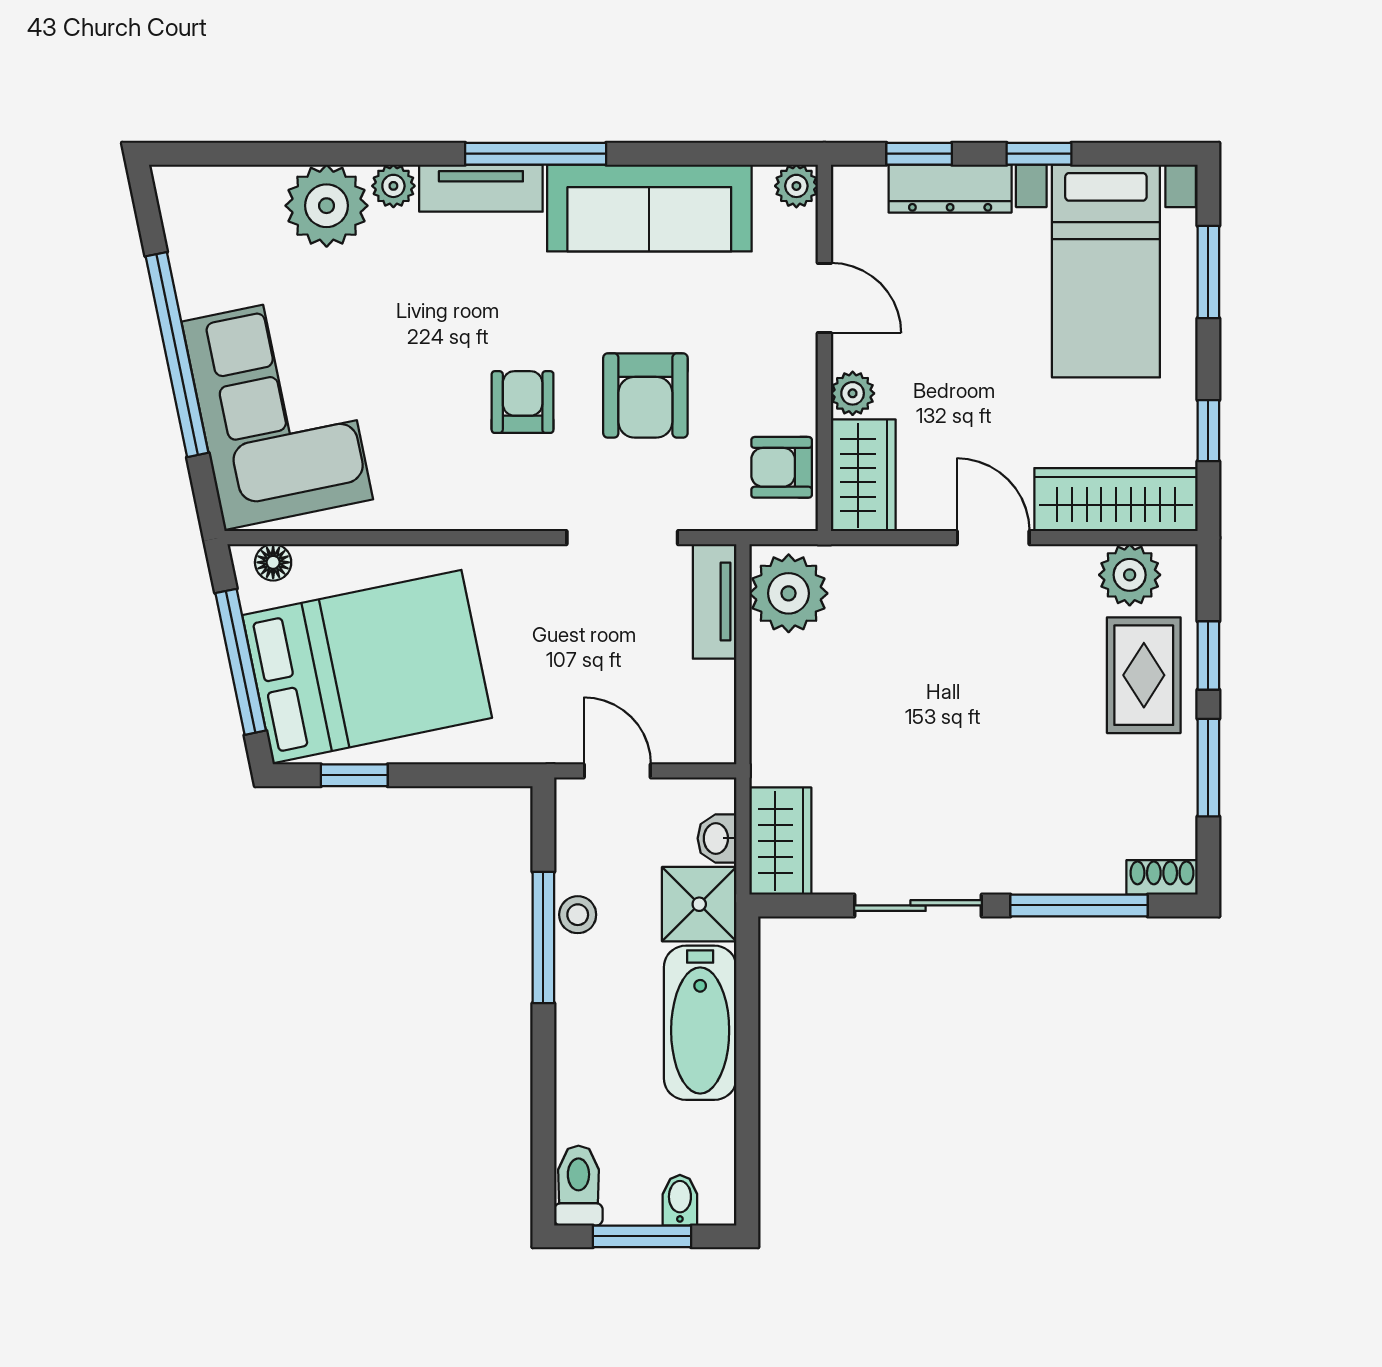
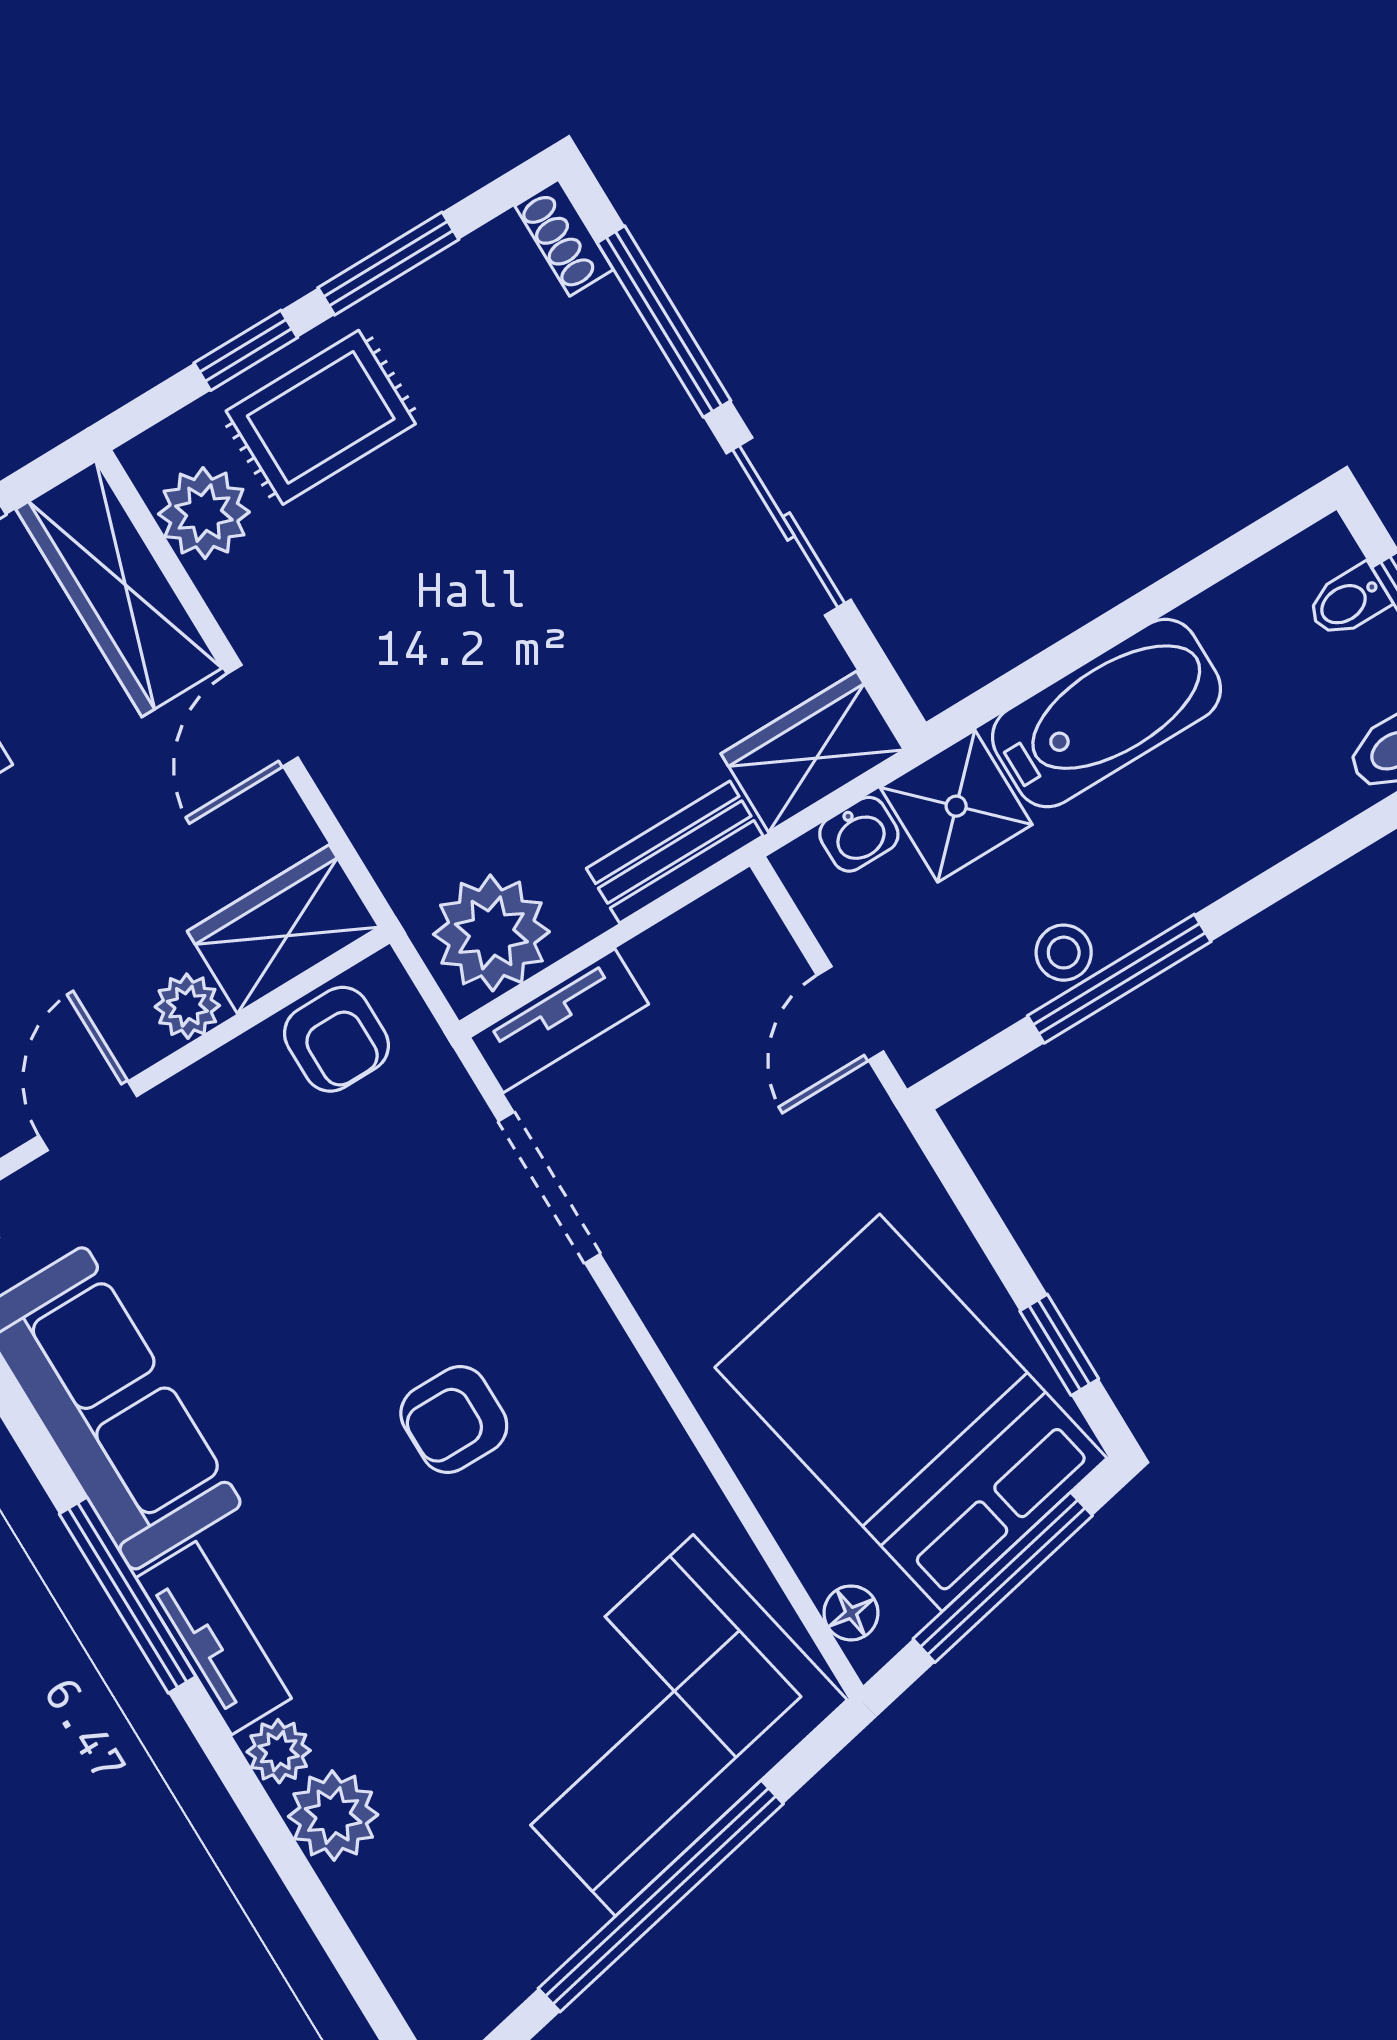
plant: (327, 206) -> (333, 1816), width x0.73, depth x0.73
armchair: (645, 395) -> (350, 1268), removed
bench: (771, 727) -> (675, 852), added

